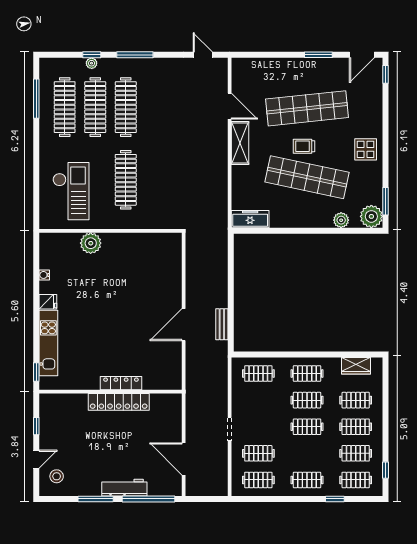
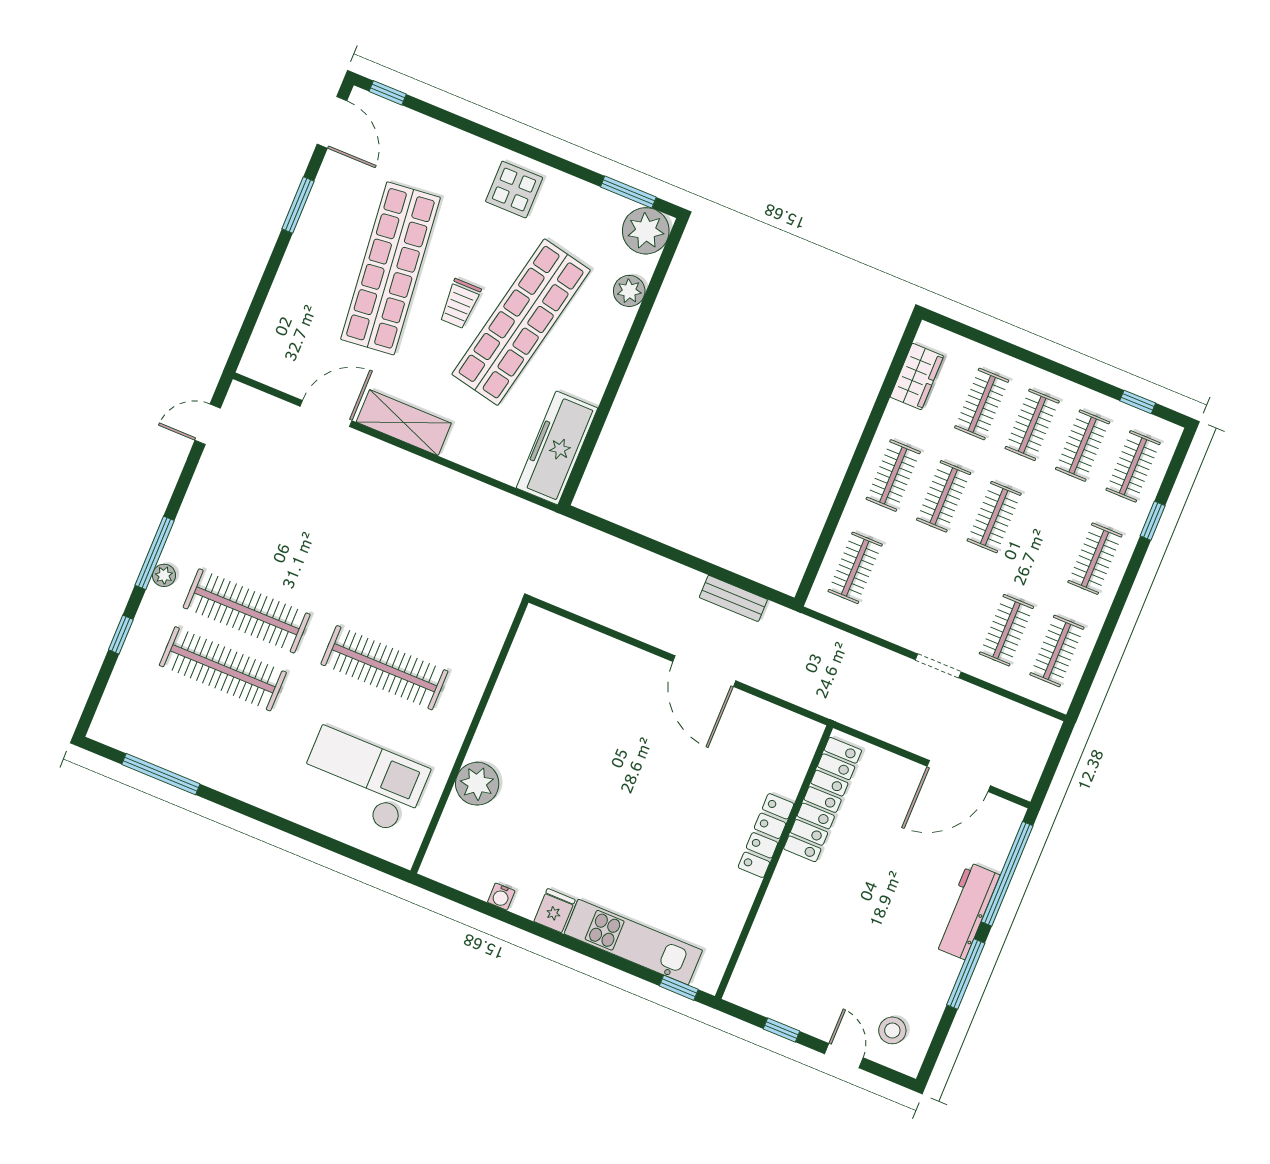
plant: (92, 63) -> (164, 575), moved
clothes rail: (65, 107) -> (199, 727), removed
freezer: (250, 219) -> (557, 448), width x1.36, depth x1.26
locker: (119, 402) -> (823, 800), moved

